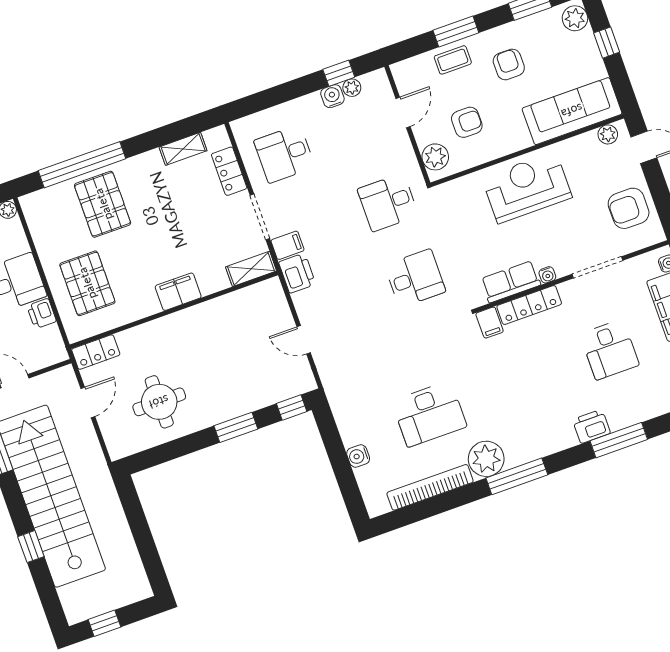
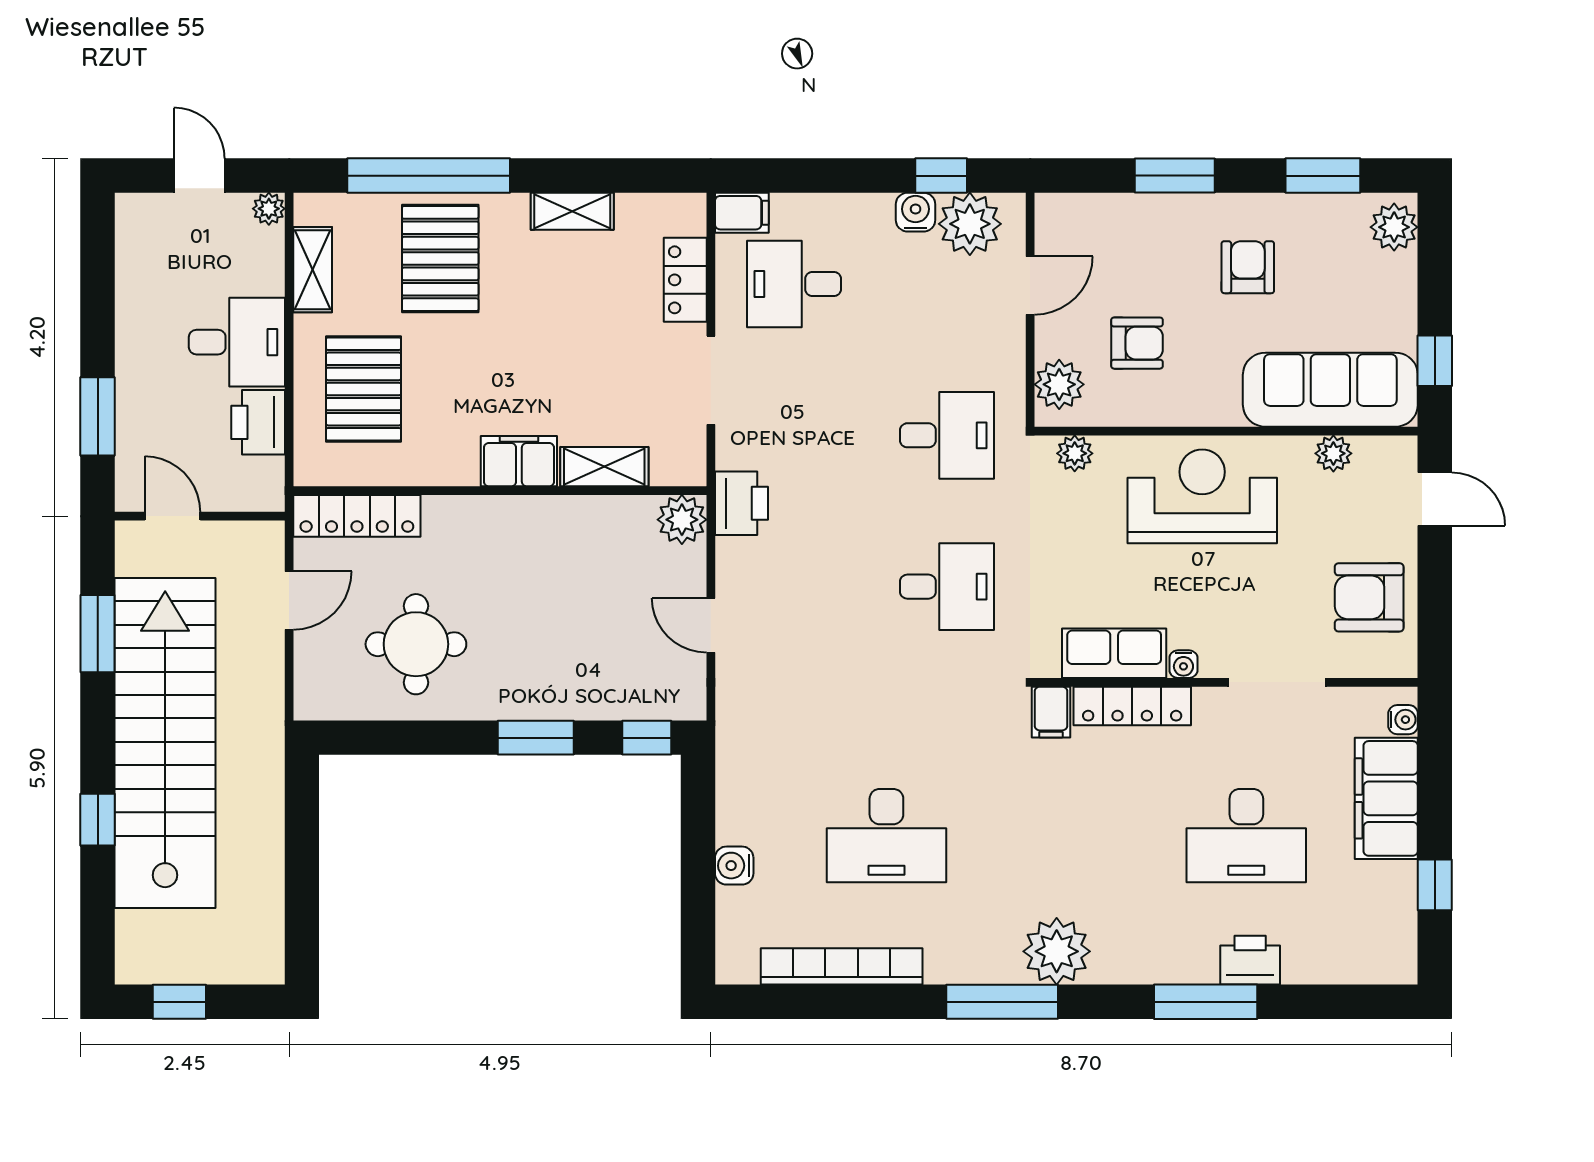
window: (607, 43) -> (1435, 361), moved
coffee table: (453, 60) -> (1152, 224), removed
plant: (352, 88) -> (970, 224), width x1.87, depth x1.87
plant: (608, 134) -> (1333, 453), moved
shelving: (183, 149) -> (572, 211), moved
plant: (455, 189) -> (1075, 453), added
desk: (388, 202) -> (947, 435), turned 180
shelving: (41, 233) -> (313, 270), added
filing cabinet: (287, 245) -> (742, 213), moved
shelving: (251, 269) -> (604, 467), moved
plant: (270, 292) -> (682, 520), added
printer: (42, 314) -> (258, 422), width x1.36, depth x1.24
desk: (609, 350) -> (1246, 836), width x1.37
locker: (96, 352) -> (357, 516), width x1.53
printer: (591, 426) -> (1250, 960), moved
plant: (486, 459) -> (1057, 951), moved

